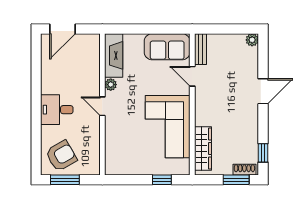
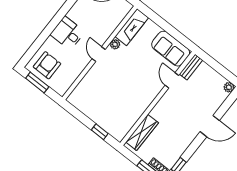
corner sofa: (168, 127) -> (130, 100), removed
armchair: (61, 156) -> (47, 65), turned -60

